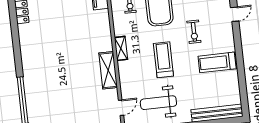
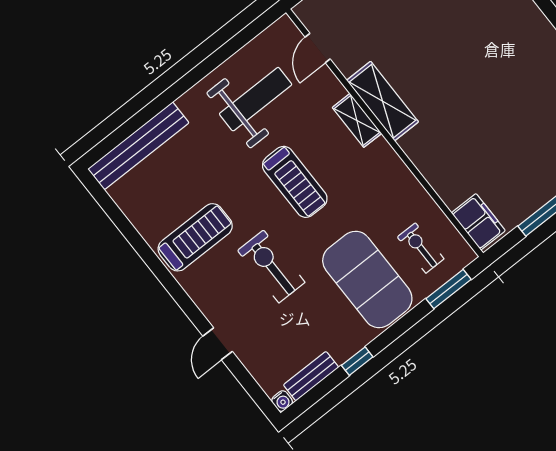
exercise bike: (194, 32) -> (271, 266), width x1.38, depth x1.39
shelving: (121, 48) -> (357, 120), moved

